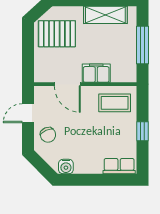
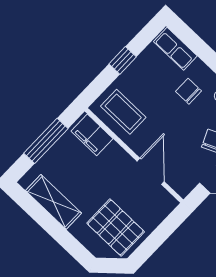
filing cabinet: (96, 73) -> (92, 135), moved
chair: (89, 149) -> (188, 91), added

